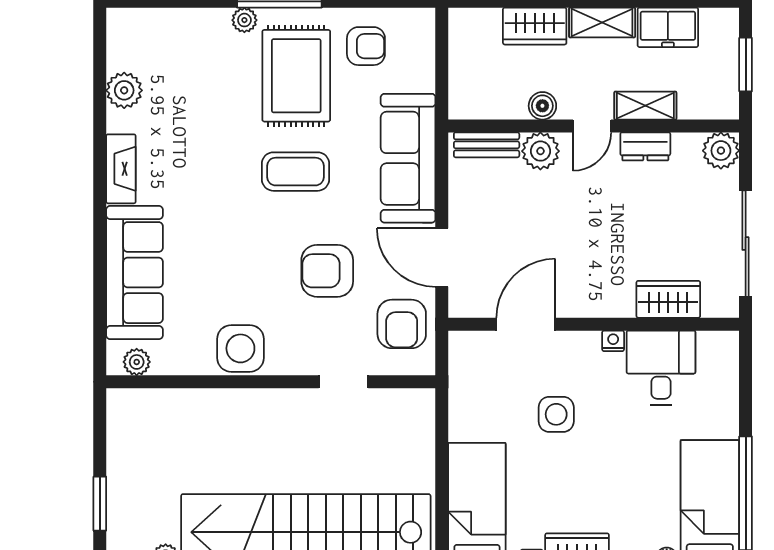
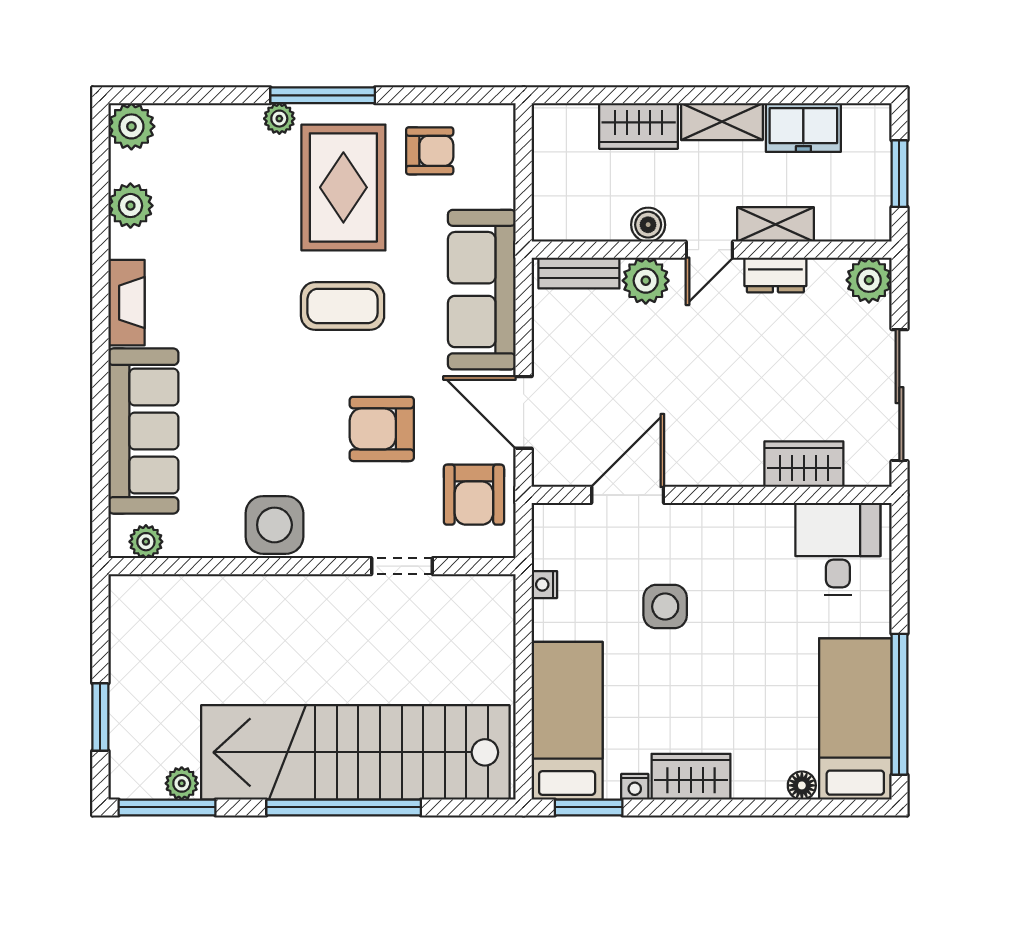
plant: (125, 26) -> (131, 126), added
nightstand: (613, 341) -> (544, 585), moved, turned -90
desk: (661, 368) -> (838, 549), moved

